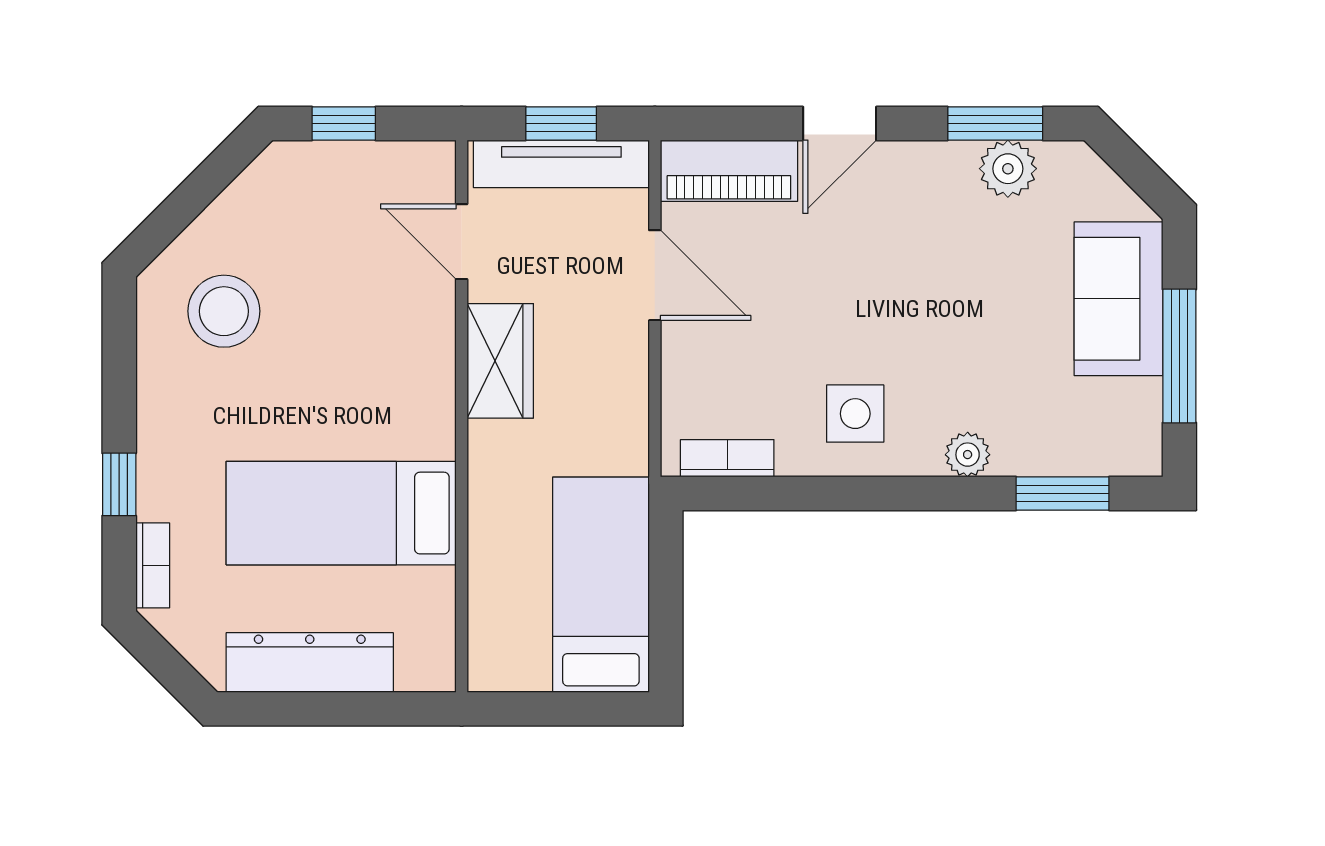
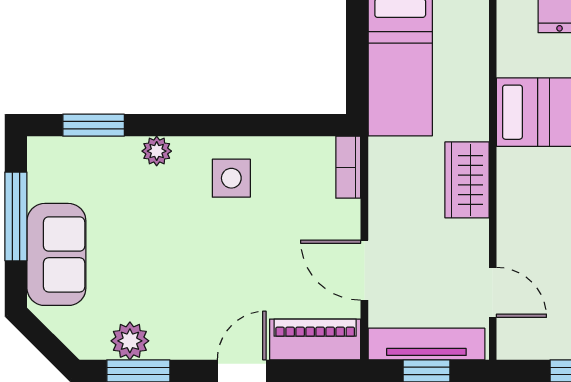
wardrobe: (500, 361) -> (467, 180), moved
bookcase: (727, 458) -> (348, 167), moved, turned 90

